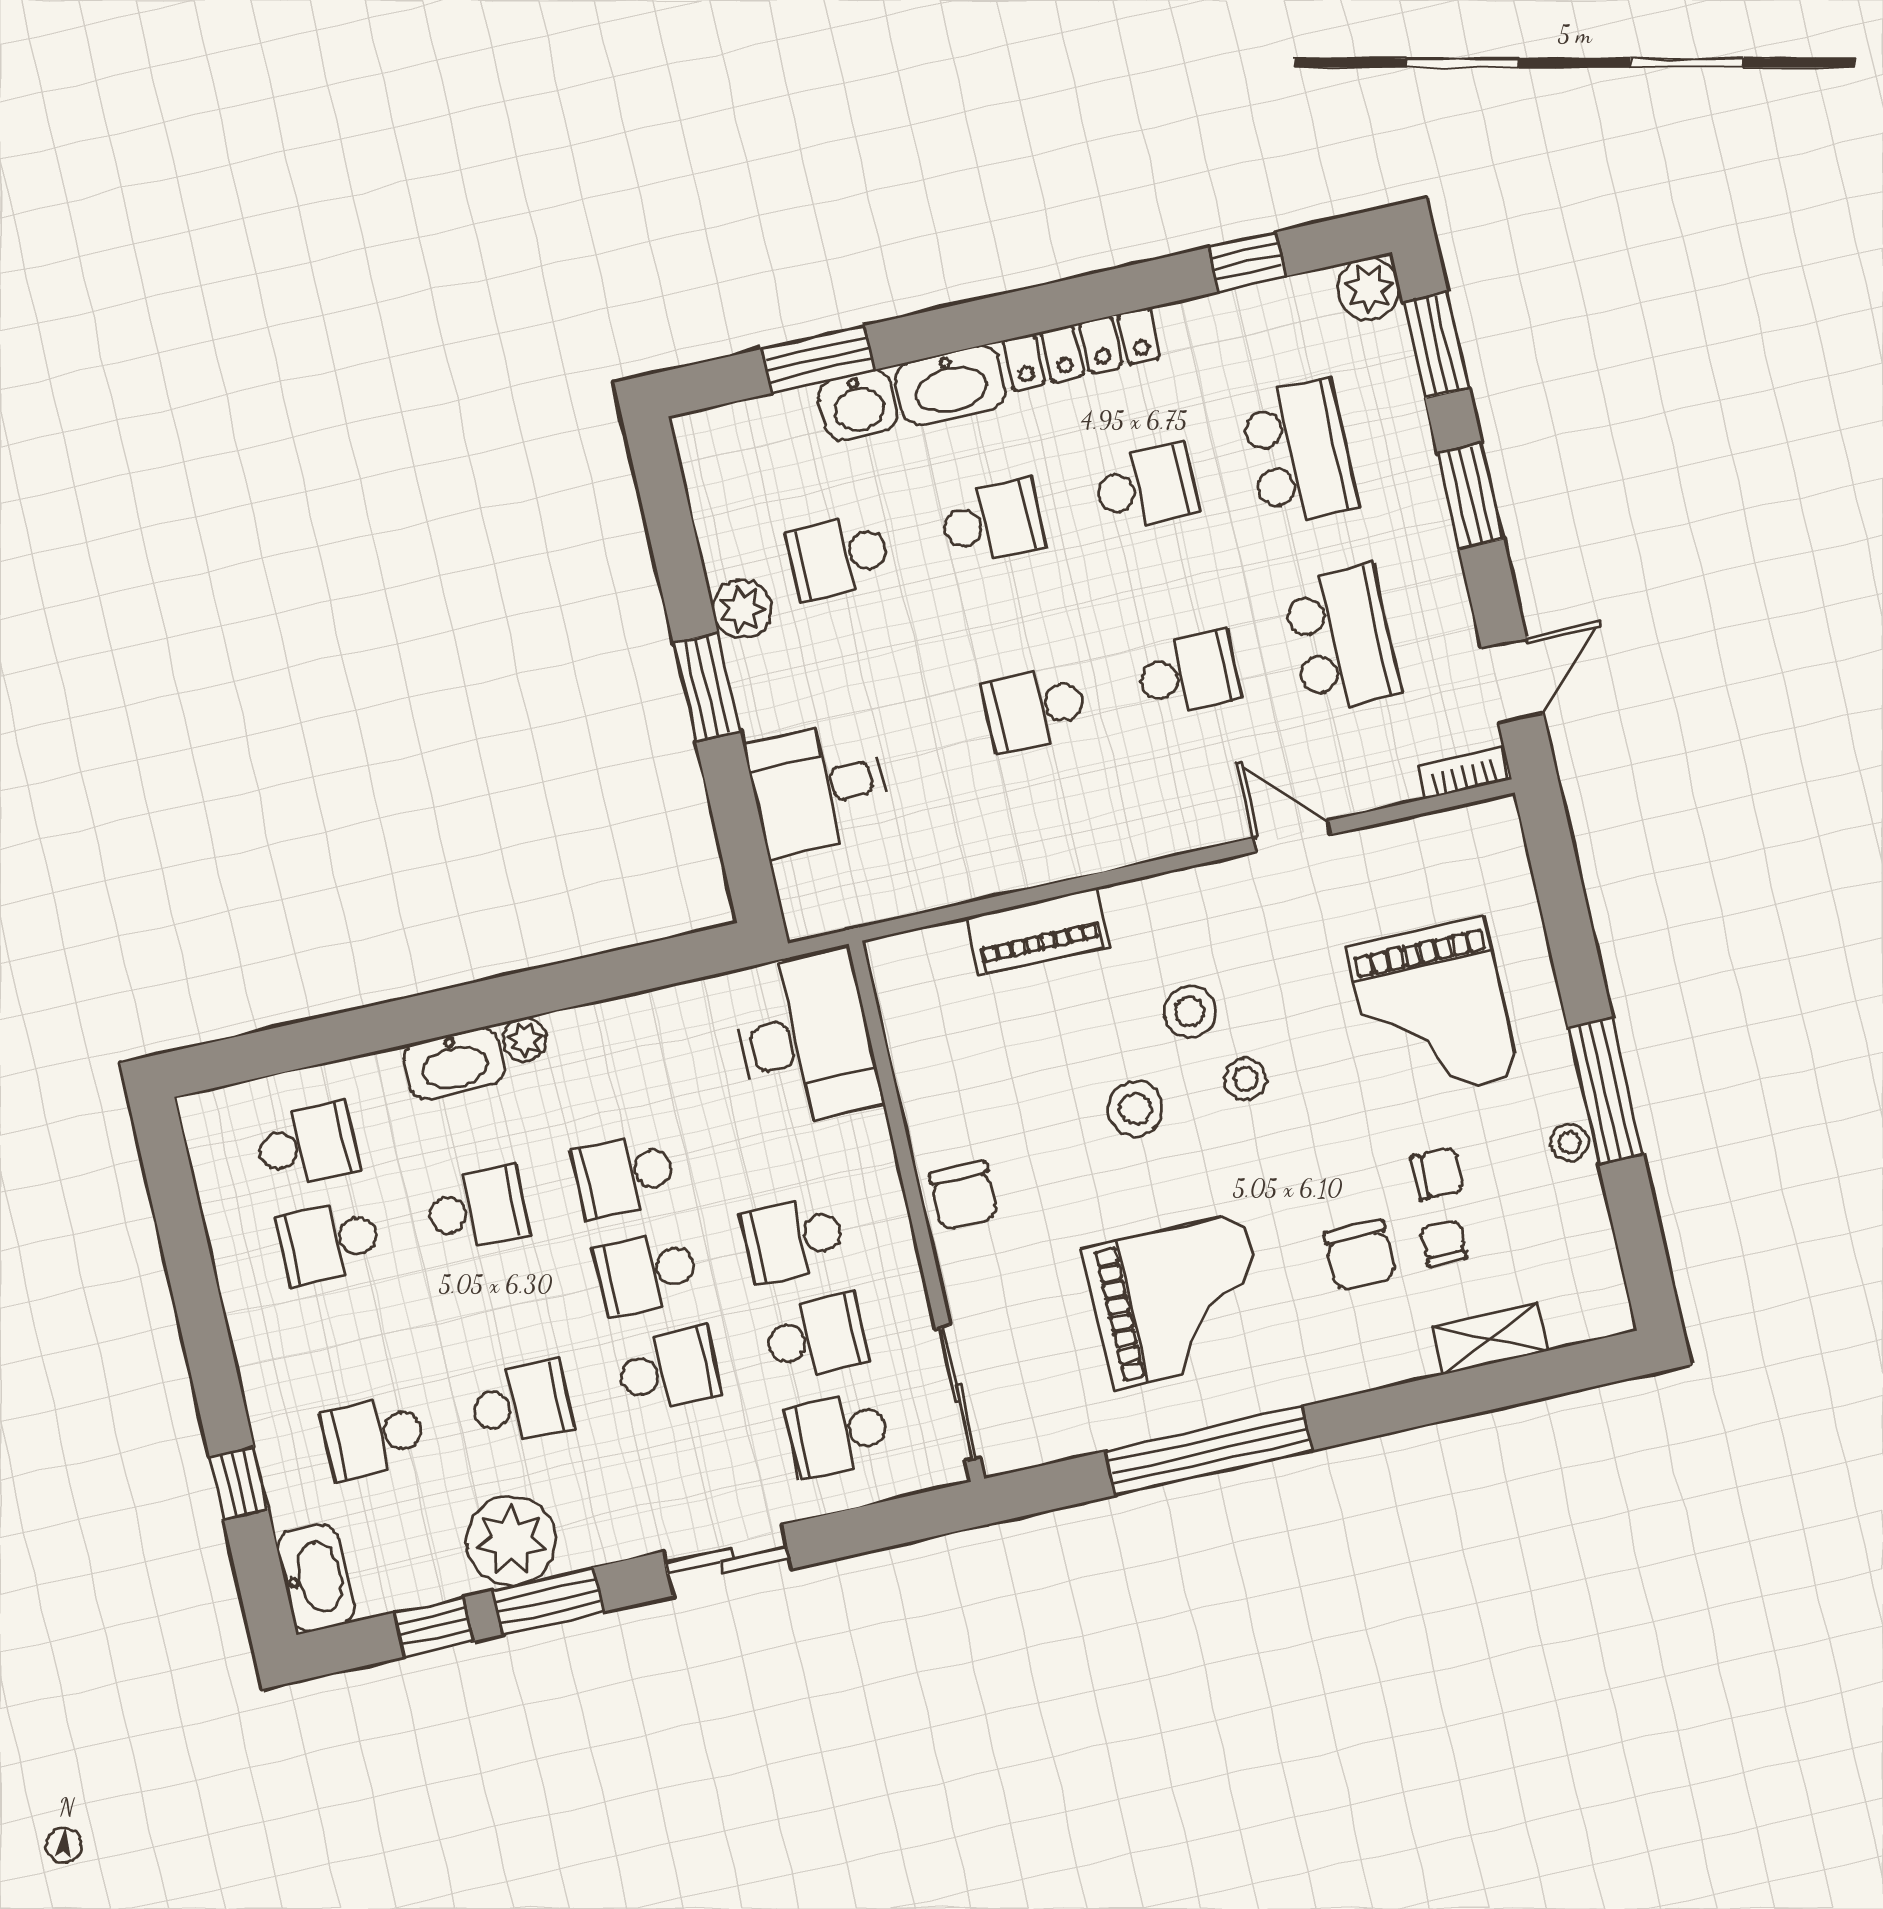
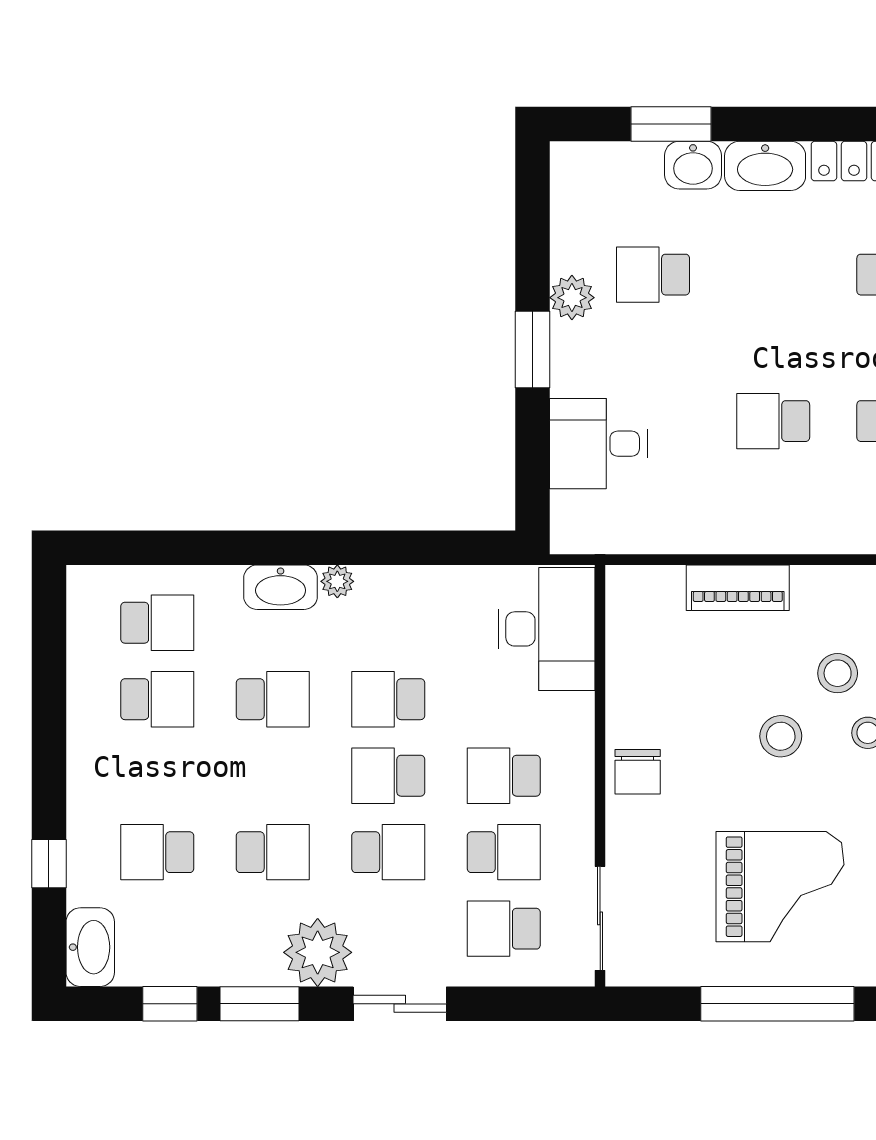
school desk: (992, 522) -> (773, 275), removed
school desk: (329, 1242) -> (157, 699), turned 180
plant: (511, 1541) -> (318, 952), moved

